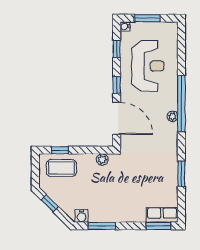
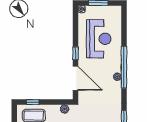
window: (117, 49) -> (75, 26), removed

